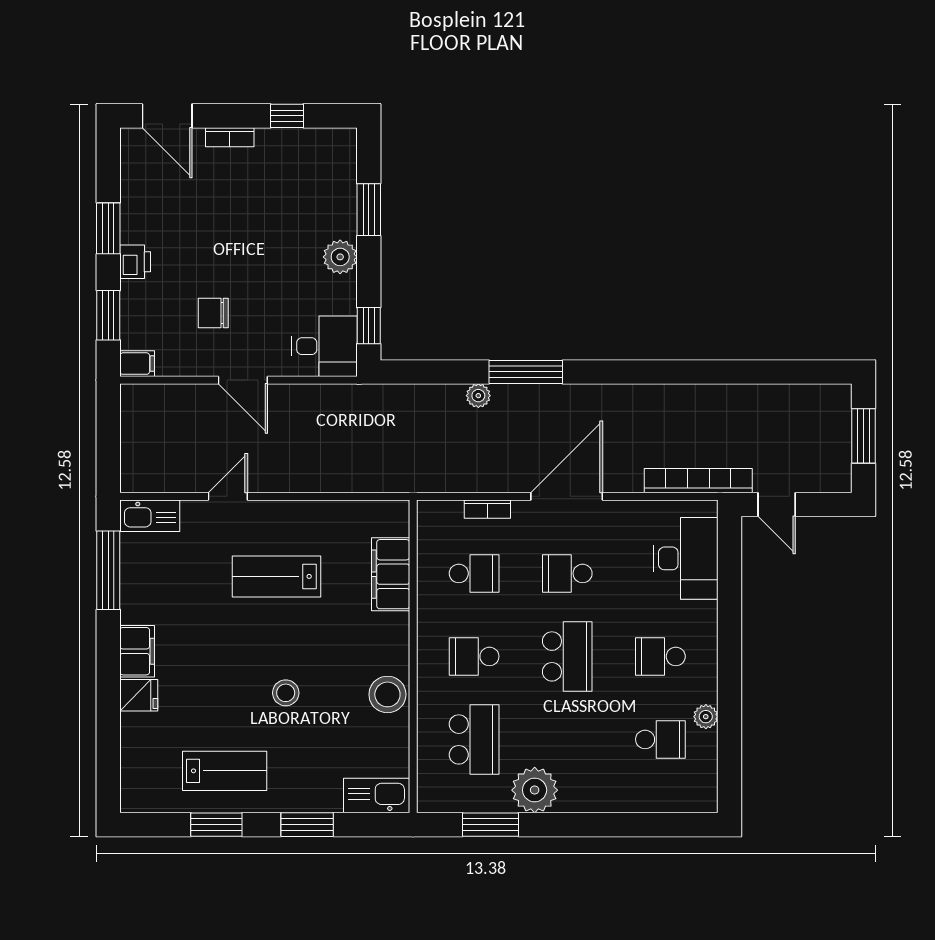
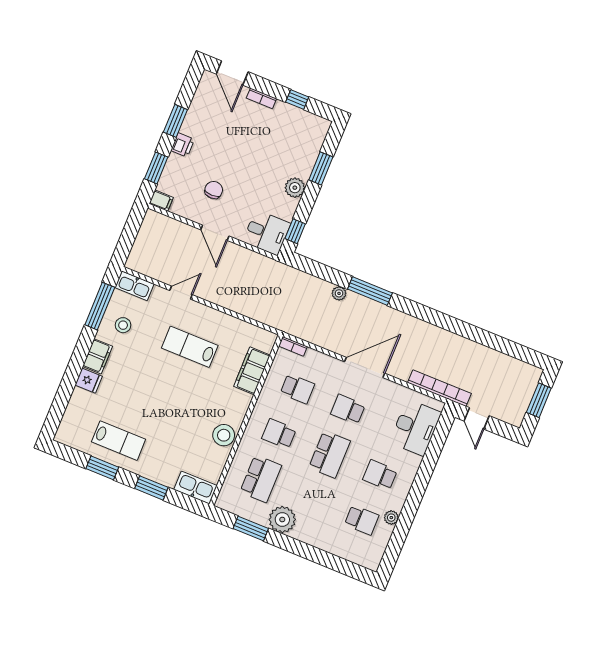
chair: (213, 313) -> (214, 190), turned 90
bookcase: (487, 509) -> (293, 346), moved
stool: (286, 693) -> (123, 325), moved

